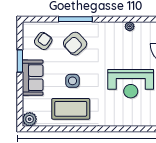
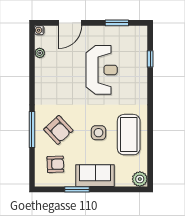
plant: (130, 26) -> (40, 53), moved
armchair: (43, 41) -> (55, 164), turned 143
window: (141, 129) -> (150, 59), added

